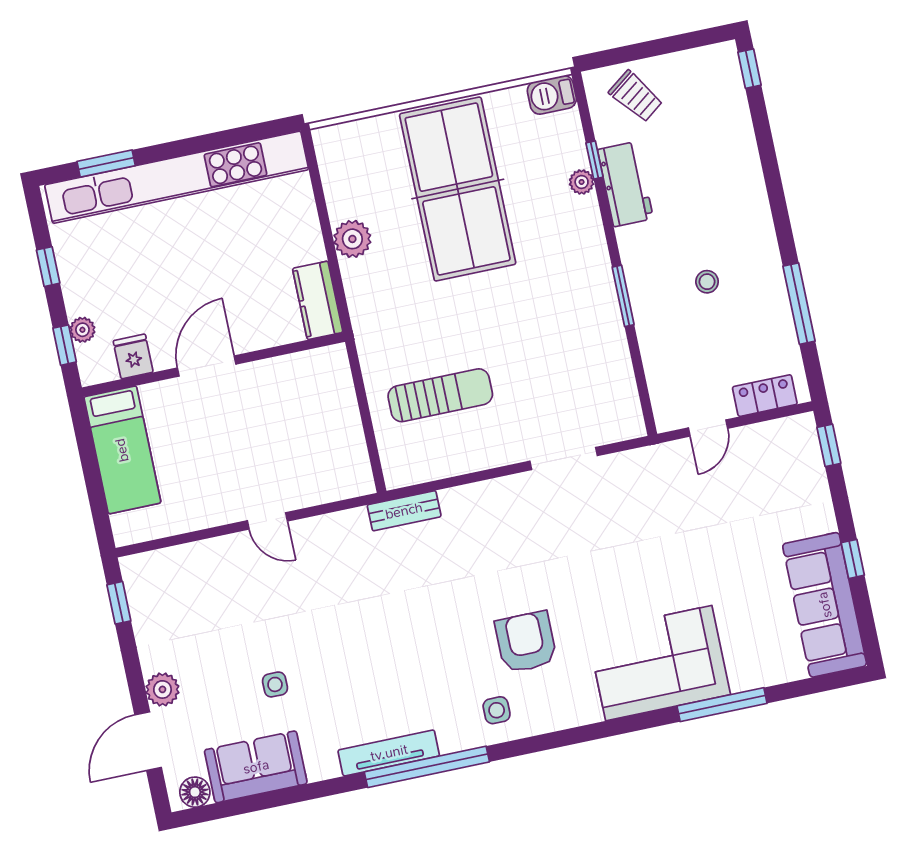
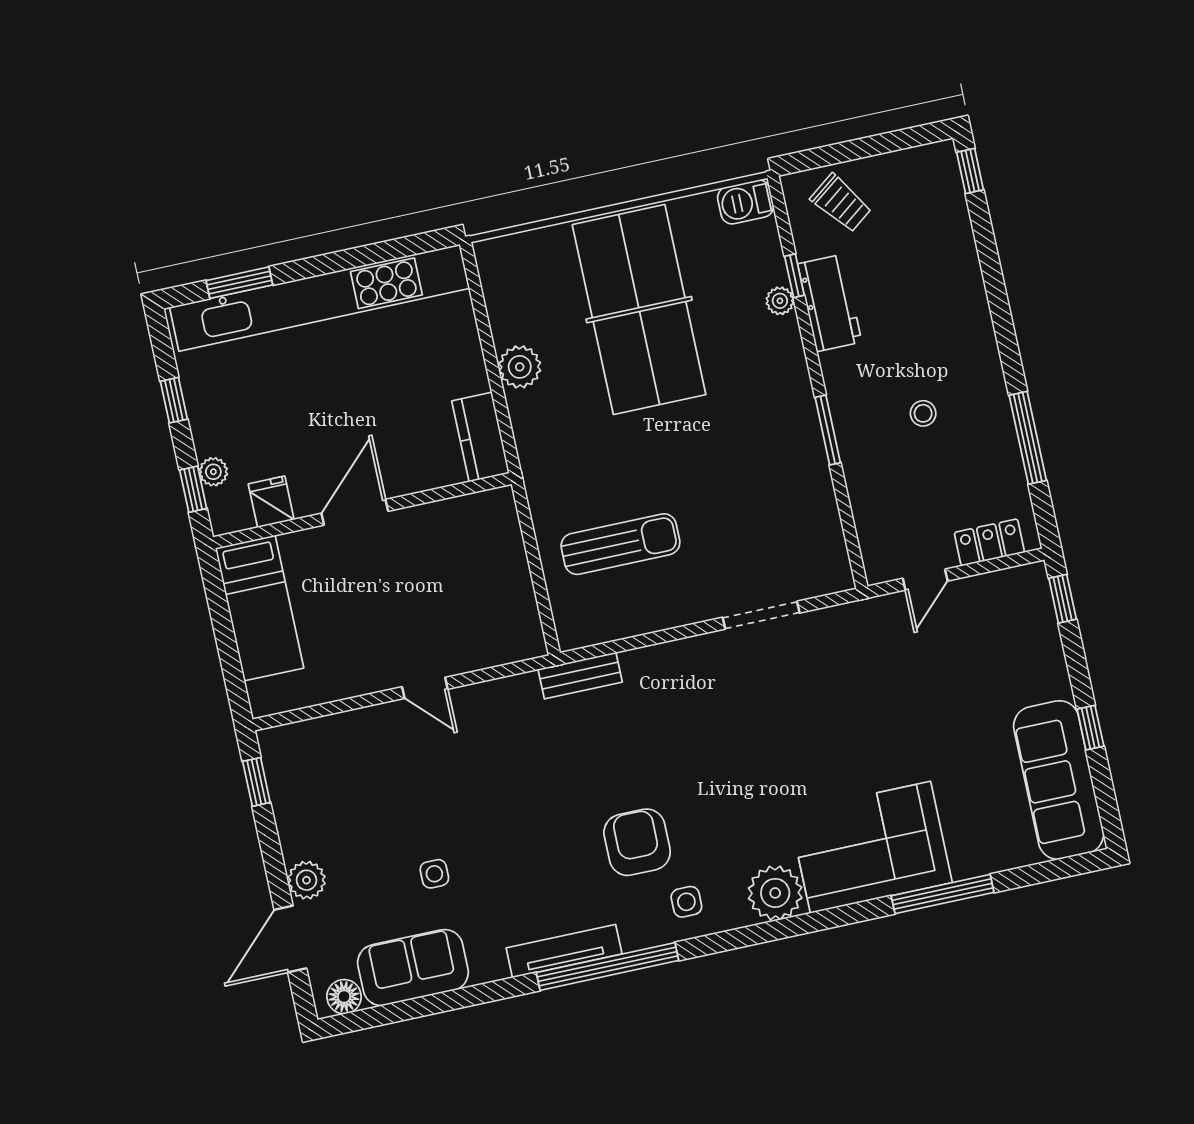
armchair: (526, 642) -> (637, 842), moved
plant: (575, 703) -> (775, 893), added

